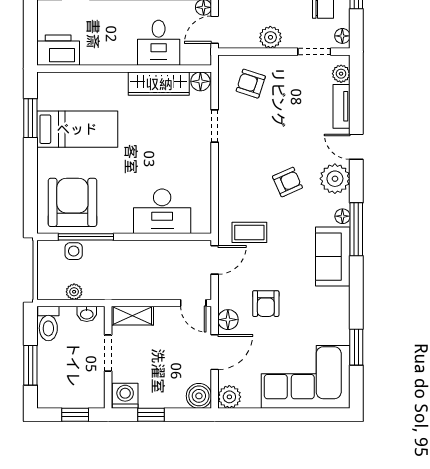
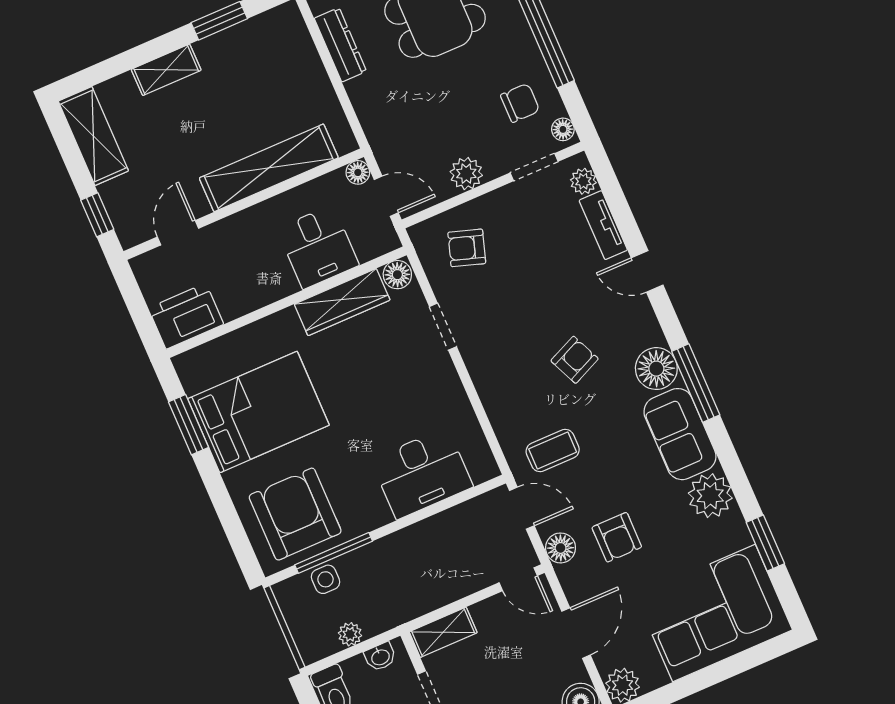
door: (215, 30) -> (386, 196), swing flipped
bed: (77, 129) -> (258, 412), width x1.50
plant: (335, 179) -> (710, 496), moved
floor lamp: (342, 216) -> (656, 369), width x1.89, depth x1.89
door: (215, 260) -> (522, 508), hinge flipped
floor lamp: (228, 320) -> (561, 548), moved

